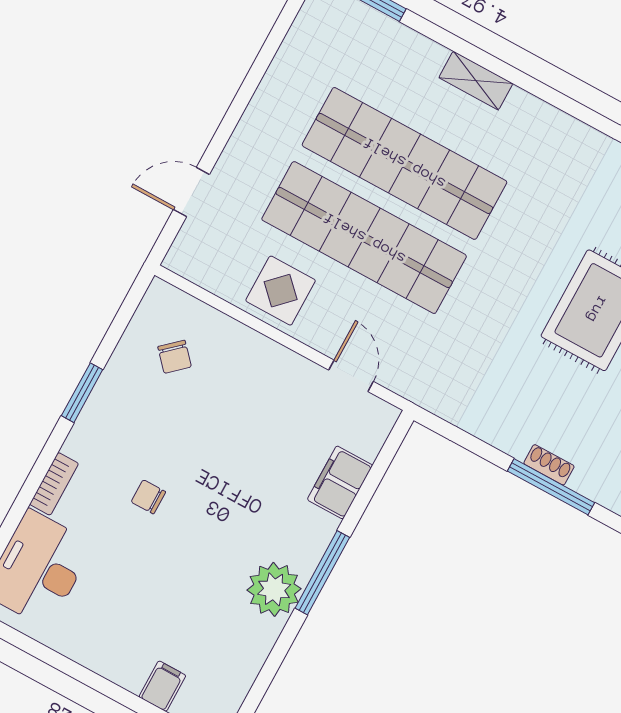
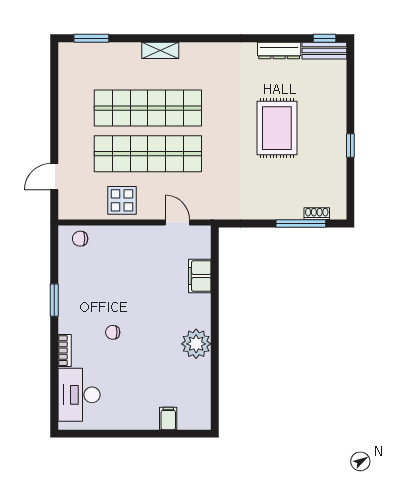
chair: (175, 357) -> (80, 239), moved, turned 132
shoe rack: (549, 465) -> (317, 214), moved
window: (322, 573) -> (215, 323), removed

